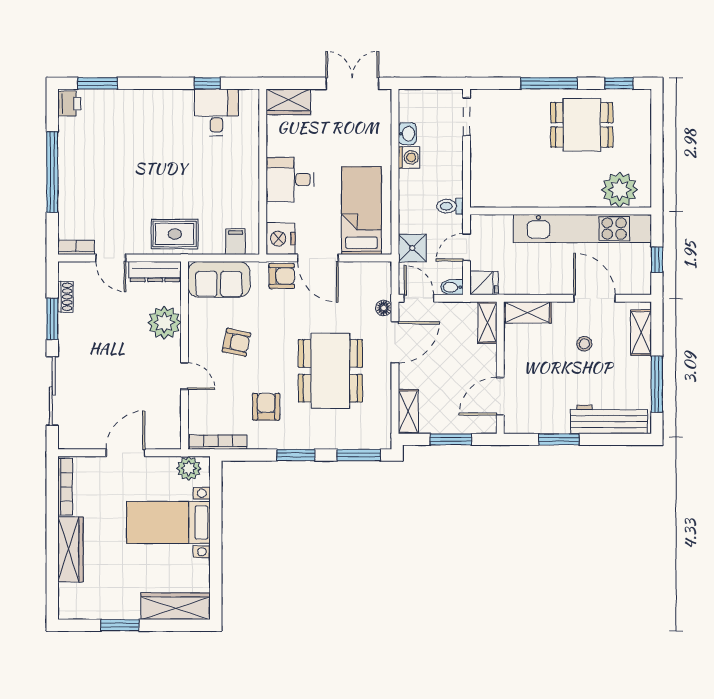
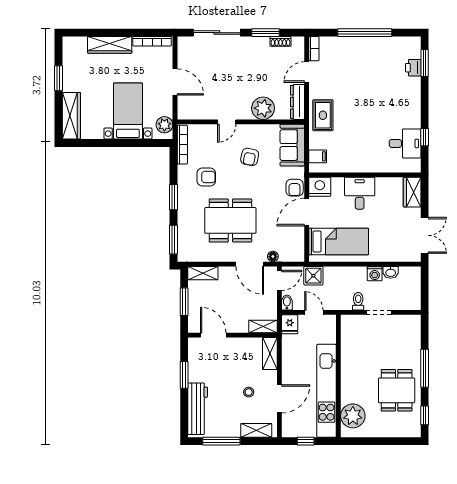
printer: (69, 104) -> (413, 68), moved, turned 90
doorway: (467, 117) -> (379, 312), moved
toilet: (450, 206) -> (358, 301), moved

